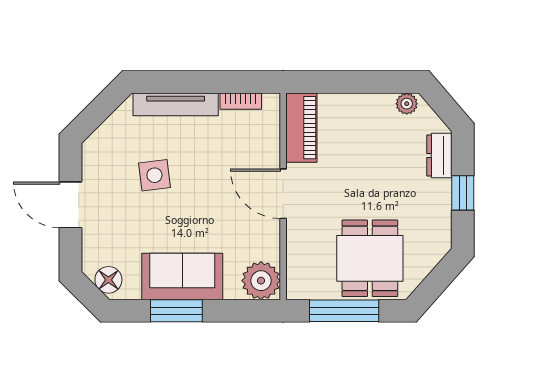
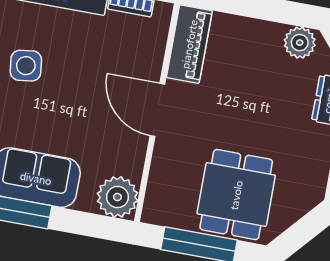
plant: (407, 104) -> (300, 43), width x1.38, depth x1.38

